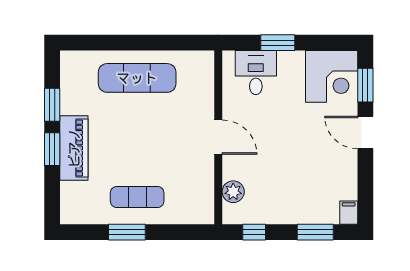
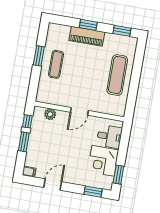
window: (278, 43) -> (118, 175), moved
corner desk: (332, 76) -> (103, 161), moved
window: (52, 105) -> (122, 31), moved
door: (365, 132) -> (53, 185), moved
window: (315, 232) -> (24, 142), moved

